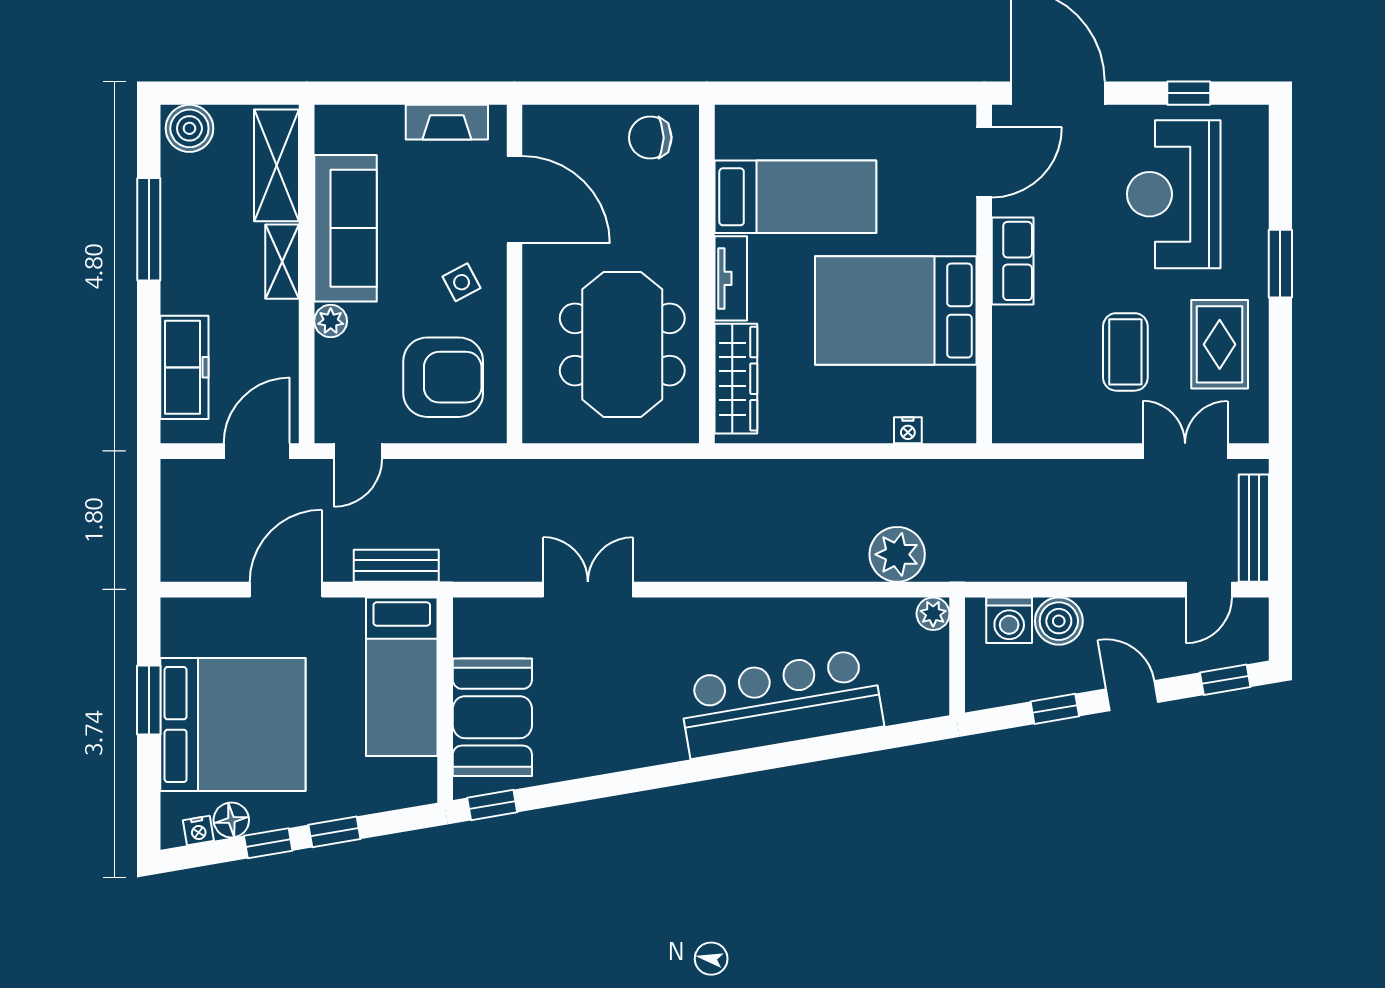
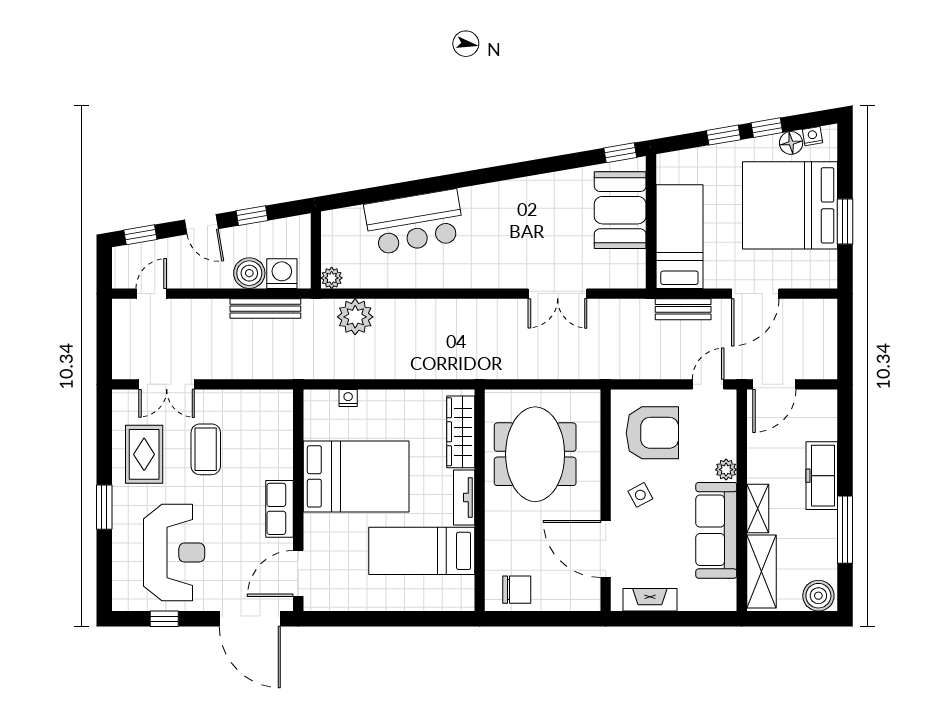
freezer: (184, 367) -> (822, 476), moved
armchair: (443, 377) -> (652, 433), turned 180
bench: (1254, 528) -> (265, 309), moved, turned 90
bar counter: (781, 703) -> (414, 222), width x0.73

